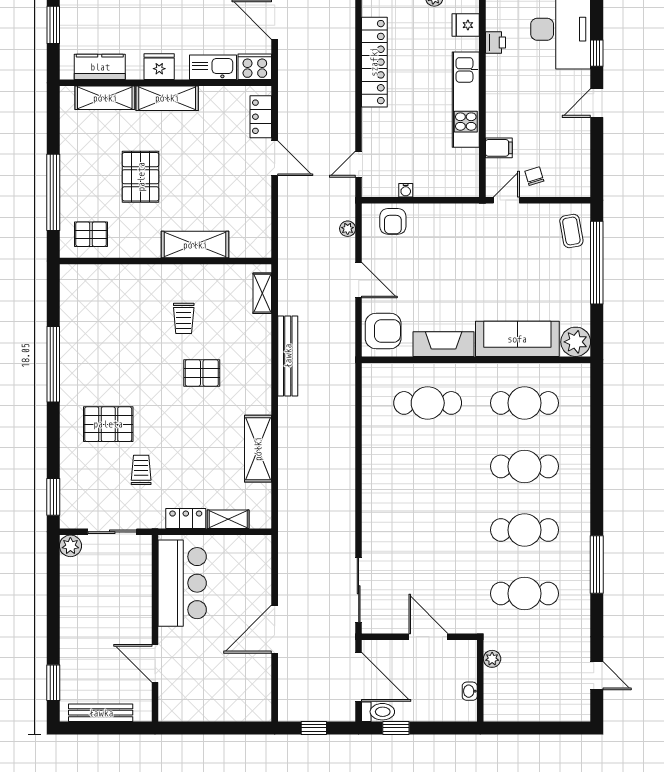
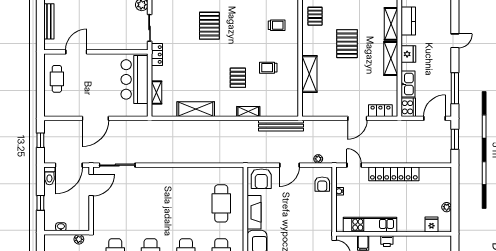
printer: (495, 42) -> (387, 241), moved
locker: (374, 62) -> (394, 174), moved
kitchen unit: (466, 100) -> (370, 225), moved
pallet: (141, 177) -> (347, 44), turned 90
armchair: (393, 221) -> (322, 184), turned -90
shelving: (262, 293) -> (248, 111), moved
bench: (288, 356) -> (281, 126), moved
trolley: (141, 470) -> (277, 25), moved
locker: (186, 519) -> (157, 54), moved
bar counter: (182, 583) -> (134, 79), moved, turned 90
door: (275, 629) -> (95, 118), swing flipped
door: (428, 637) -> (91, 185), moved
cafe table: (204, 698) -> (57, 79), added
window: (396, 728) -> (40, 203), moved

